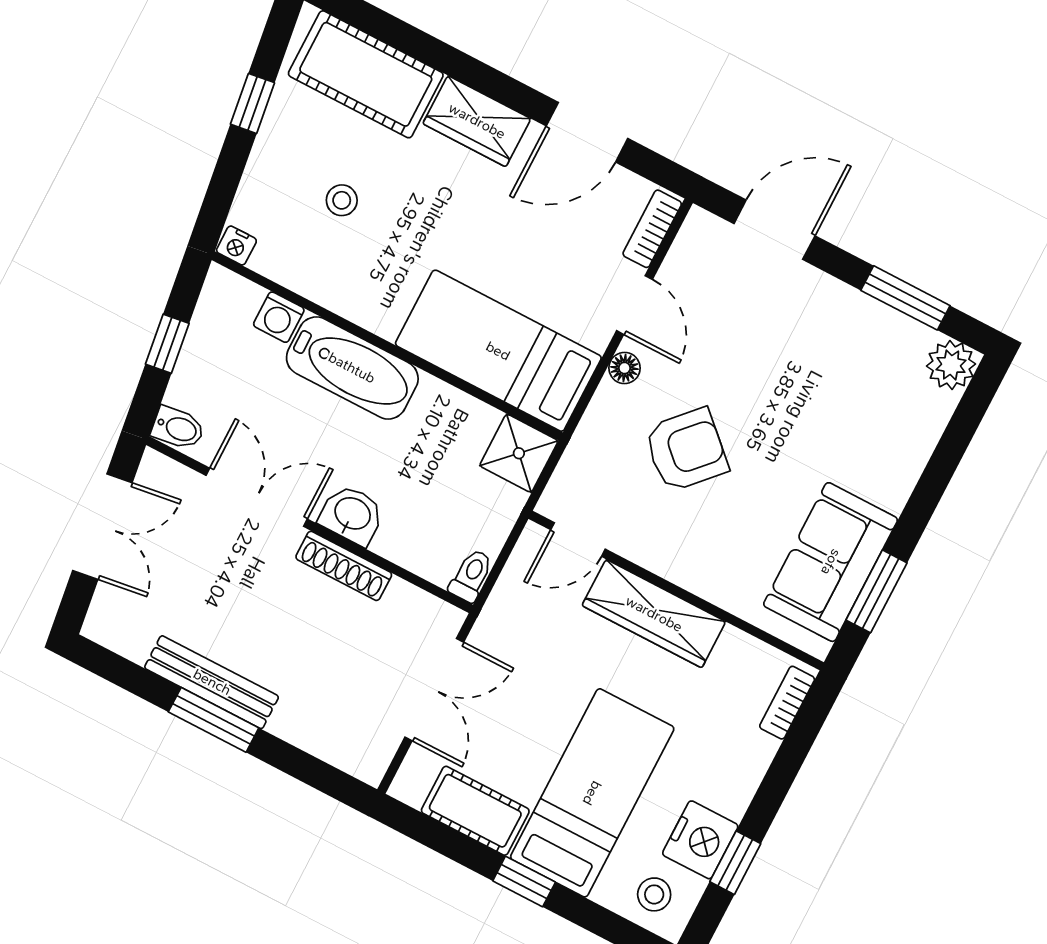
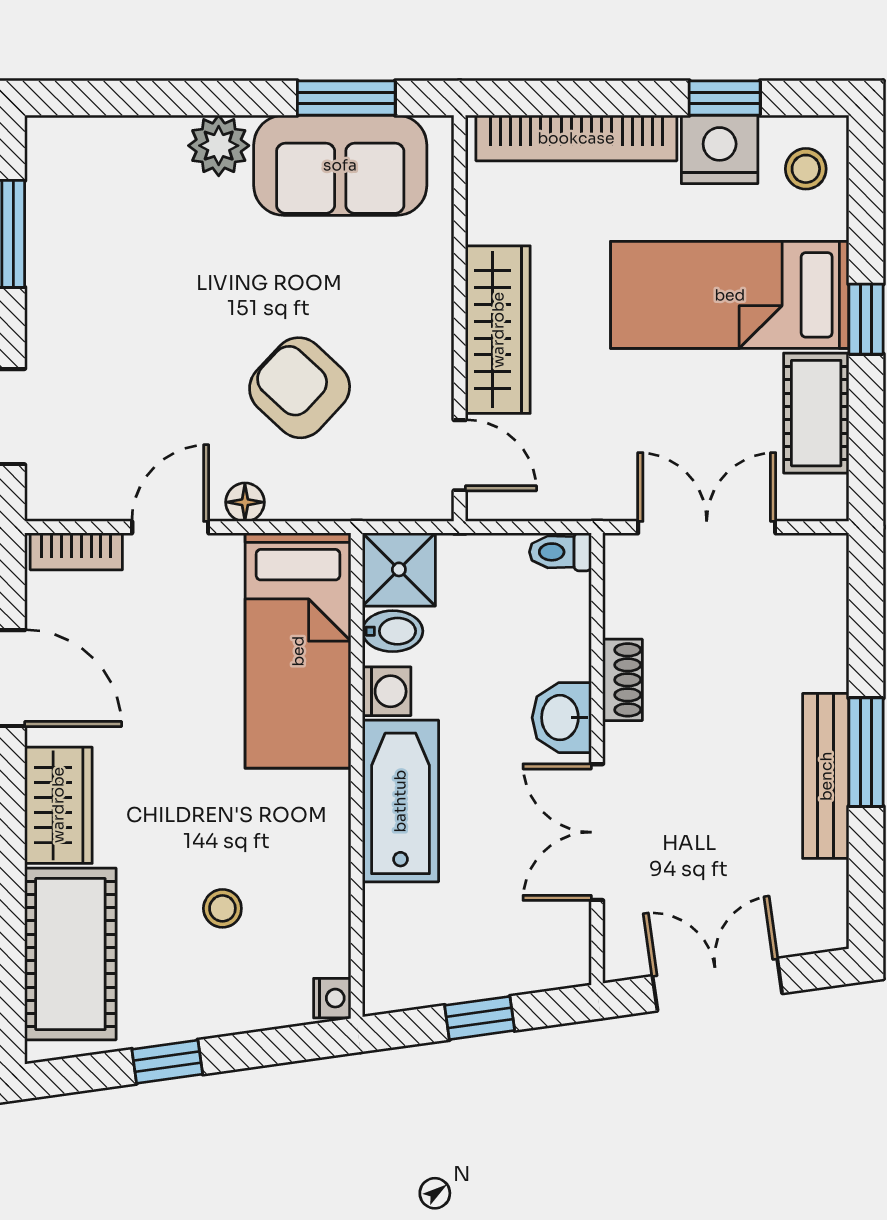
washing machine: (279, 317) -> (387, 691), moved
plant: (951, 365) -> (219, 146), moved
bidet: (178, 428) -> (393, 631), moved, turned 98
shoe rack: (344, 566) -> (623, 680), width x0.70
bookcase: (787, 703) -> (576, 138), width x2.31, depth x1.31

